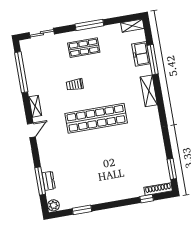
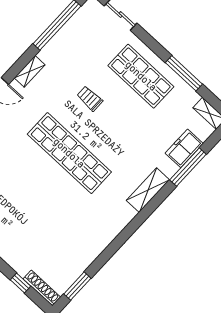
window: (89, 25) -> (184, 73), moved
shop shelf: (84, 48) -> (141, 76), width x1.43, depth x1.36

